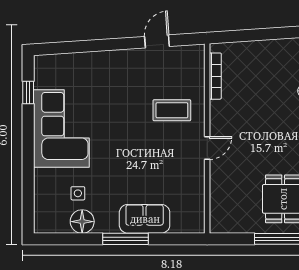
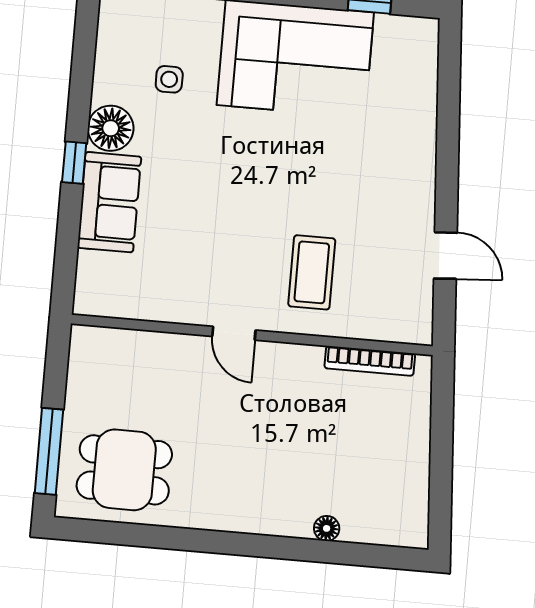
floor lamp: (82, 222) -> (111, 128), moved
window: (126, 239) -> (74, 163), width x0.46

